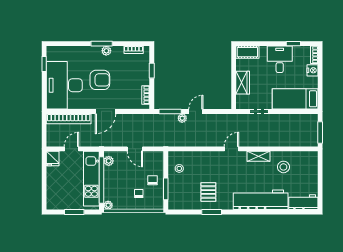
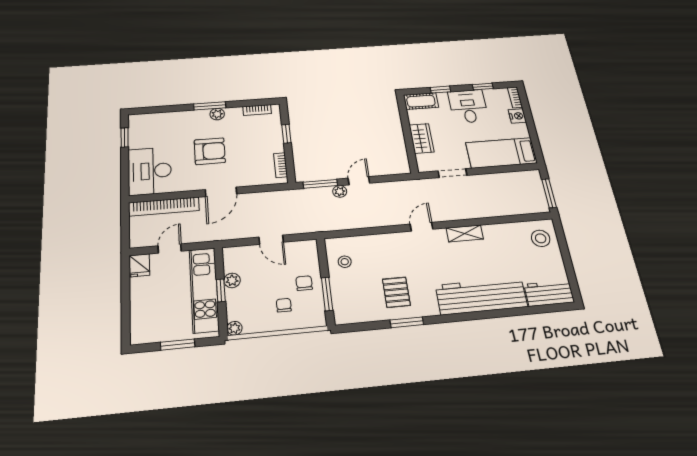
window: (263, 44) -> (440, 90), added
desk: (64, 85) -> (150, 171), width x0.73, depth x0.77
plant: (109, 161) -> (232, 280), moved
stool: (283, 167) -> (541, 238), moved
window: (101, 180) -> (221, 290), width x0.32

